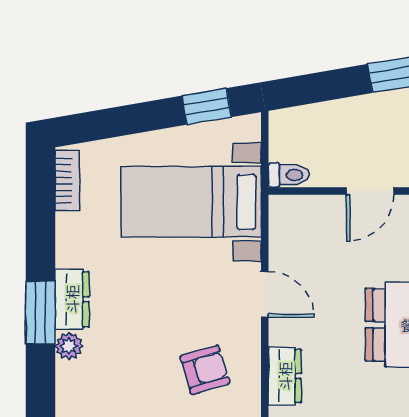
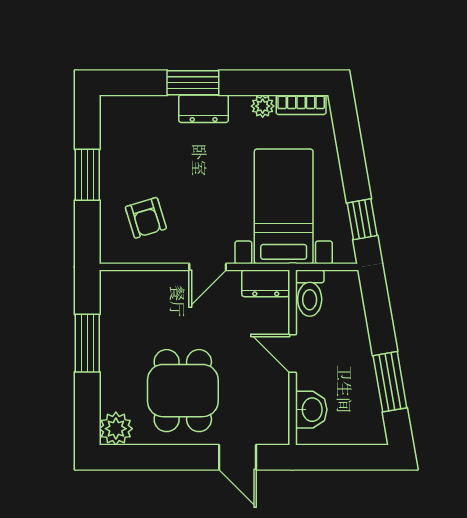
toilet: (289, 175) -> (310, 293), width x1.37, depth x1.39
plant: (69, 346) -> (263, 106), moved
dresser: (285, 376) -> (266, 283), moved

